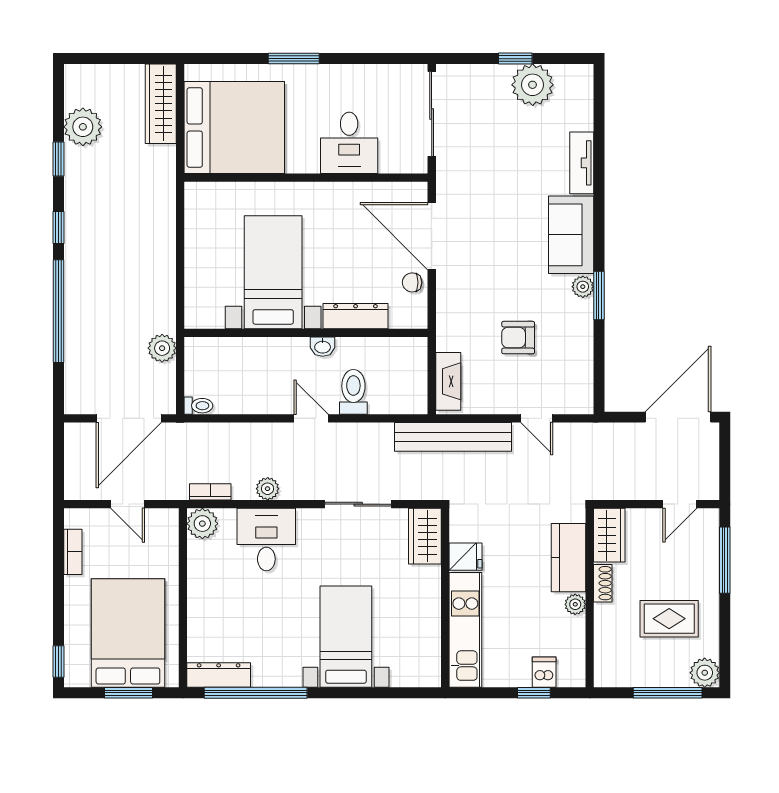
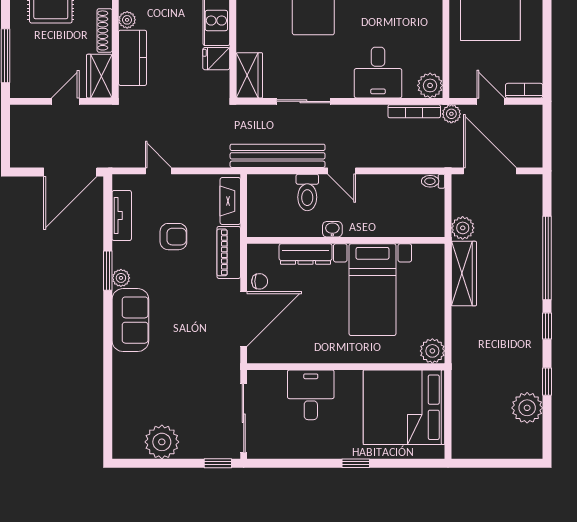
window: (294, 59) -> (356, 463), width x0.67
window: (515, 59) -> (218, 463), moved
wardrobe: (161, 104) -> (464, 274), moved
tv unit: (582, 163) -> (122, 216), moved
plant: (199, 197) -> (432, 351), added
door: (432, 236) -> (244, 319), hinge flipped
piano: (450, 318) -> (229, 252), added
door: (678, 417) -> (70, 172), moved
door: (129, 418) -> (490, 171), hinge flipped
bench: (453, 437) -> (278, 156), moved
plant: (268, 489) -> (451, 114), moved
bookcase: (210, 492) -> (414, 111), width x1.56
door: (680, 504) -> (65, 101), moved
bookcase: (73, 552) -> (524, 91), moved, turned 90
shoe rack: (603, 583) -> (105, 30), width x1.43

